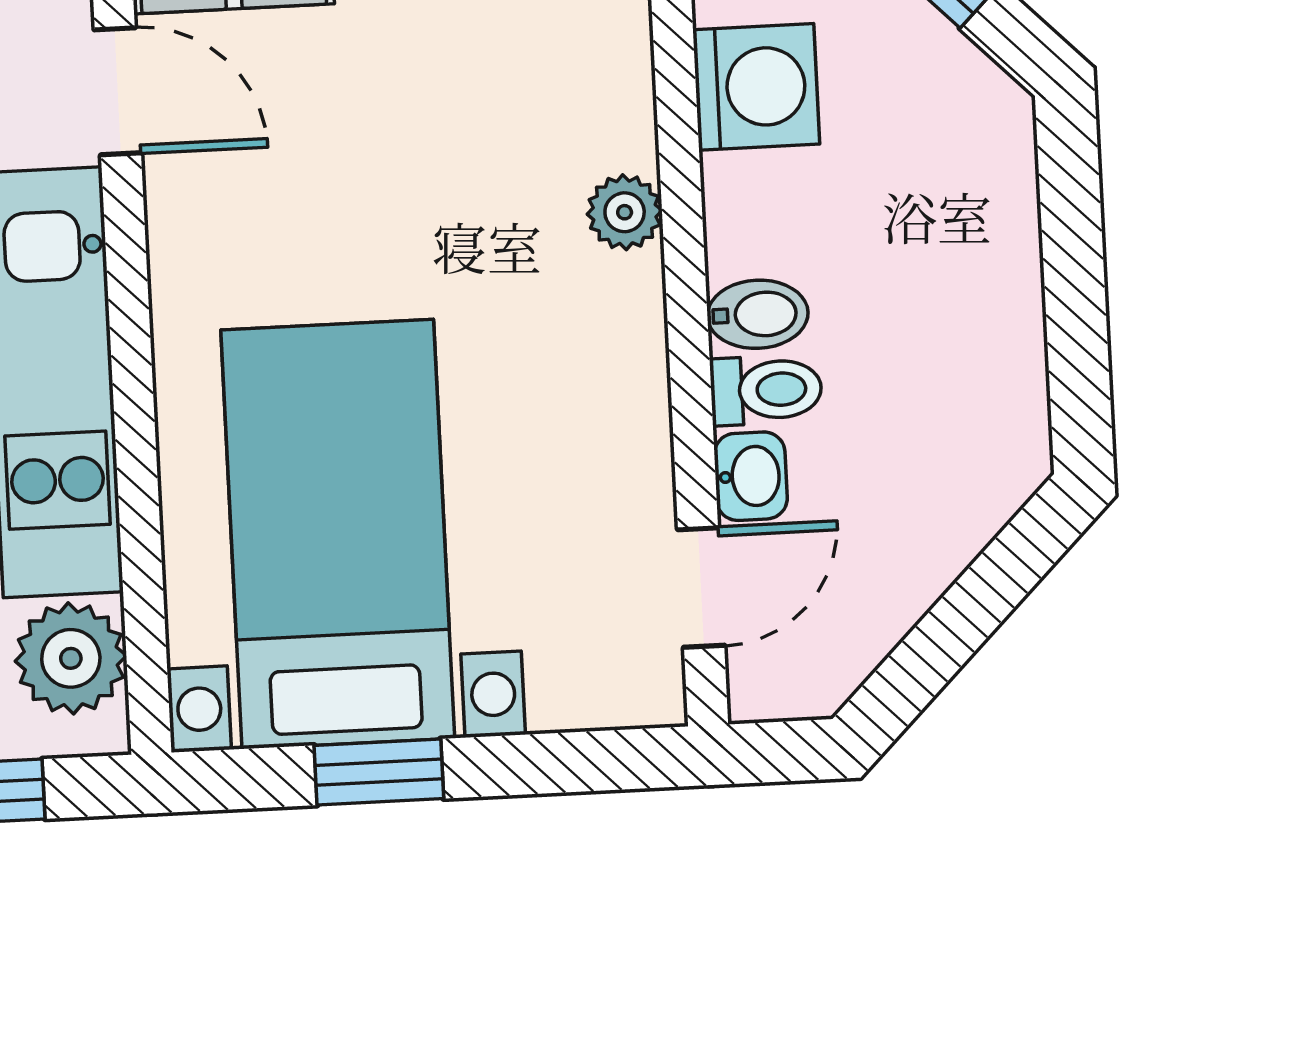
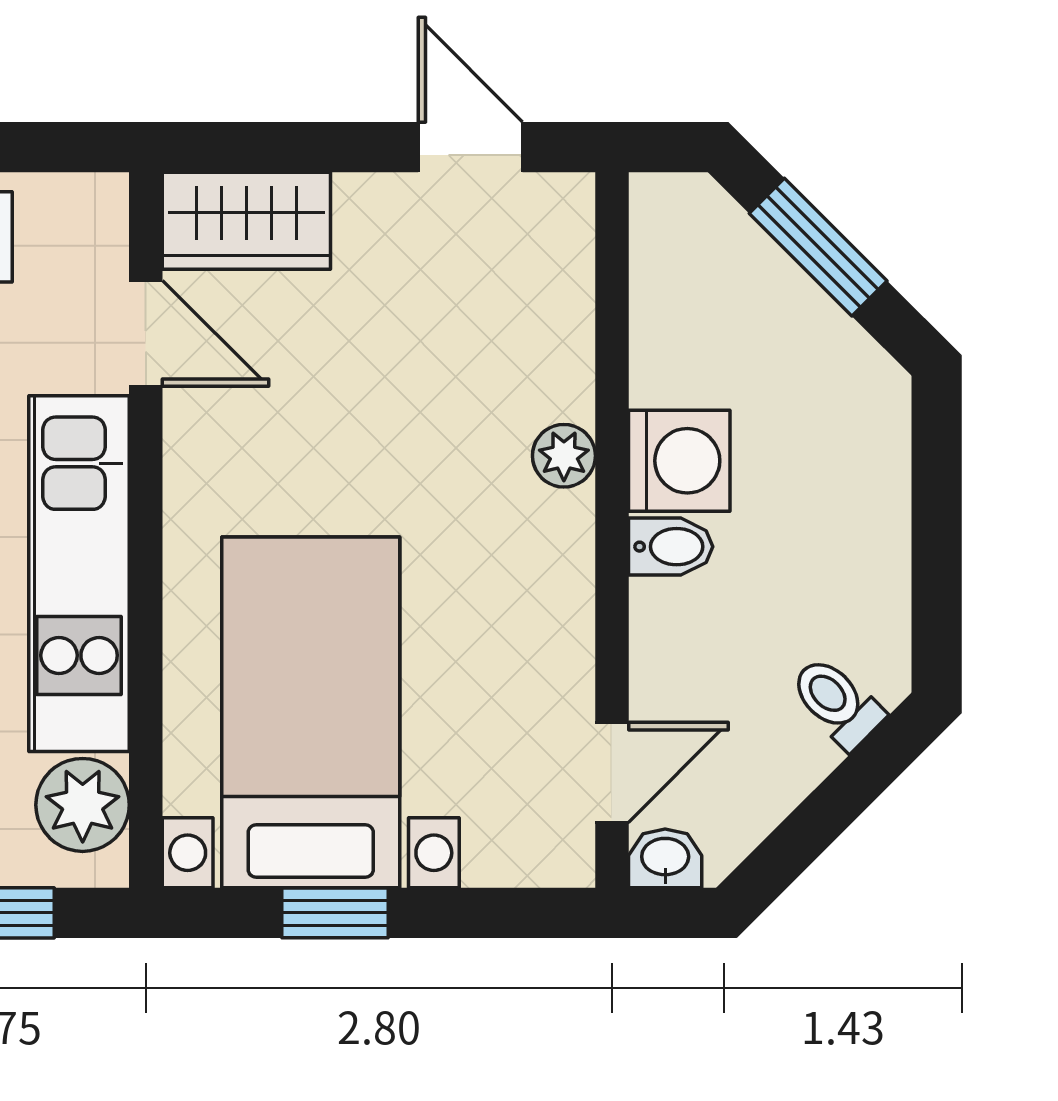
washing machine: (756, 87) -> (679, 461), moved
toilet: (766, 390) -> (837, 702), moved, turned -135
washbasin: (751, 476) -> (665, 858), moved, turned -90

